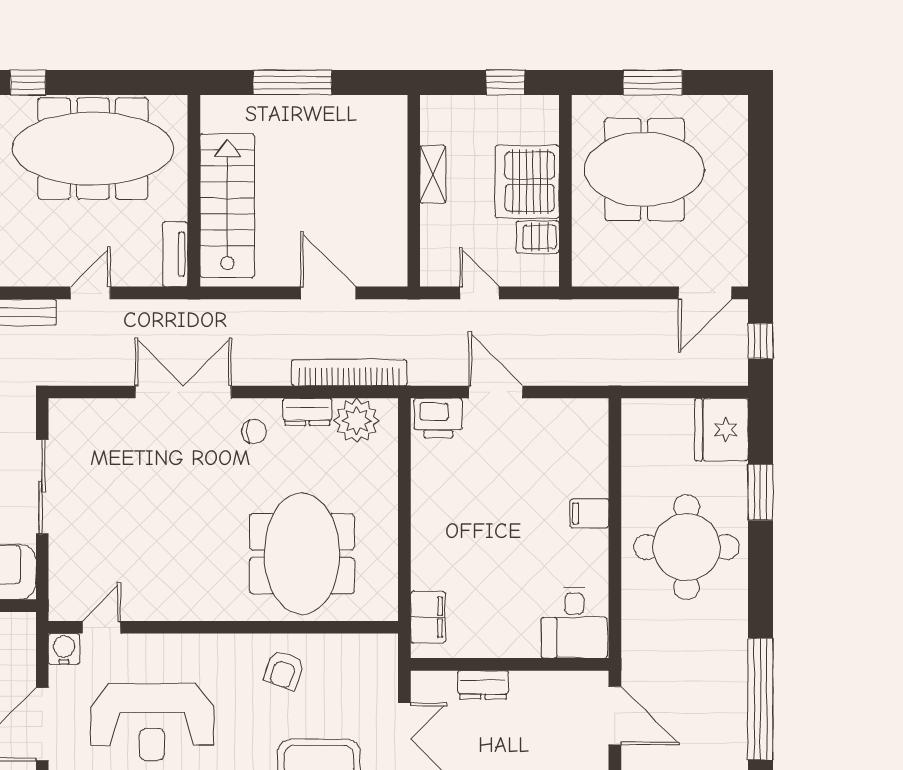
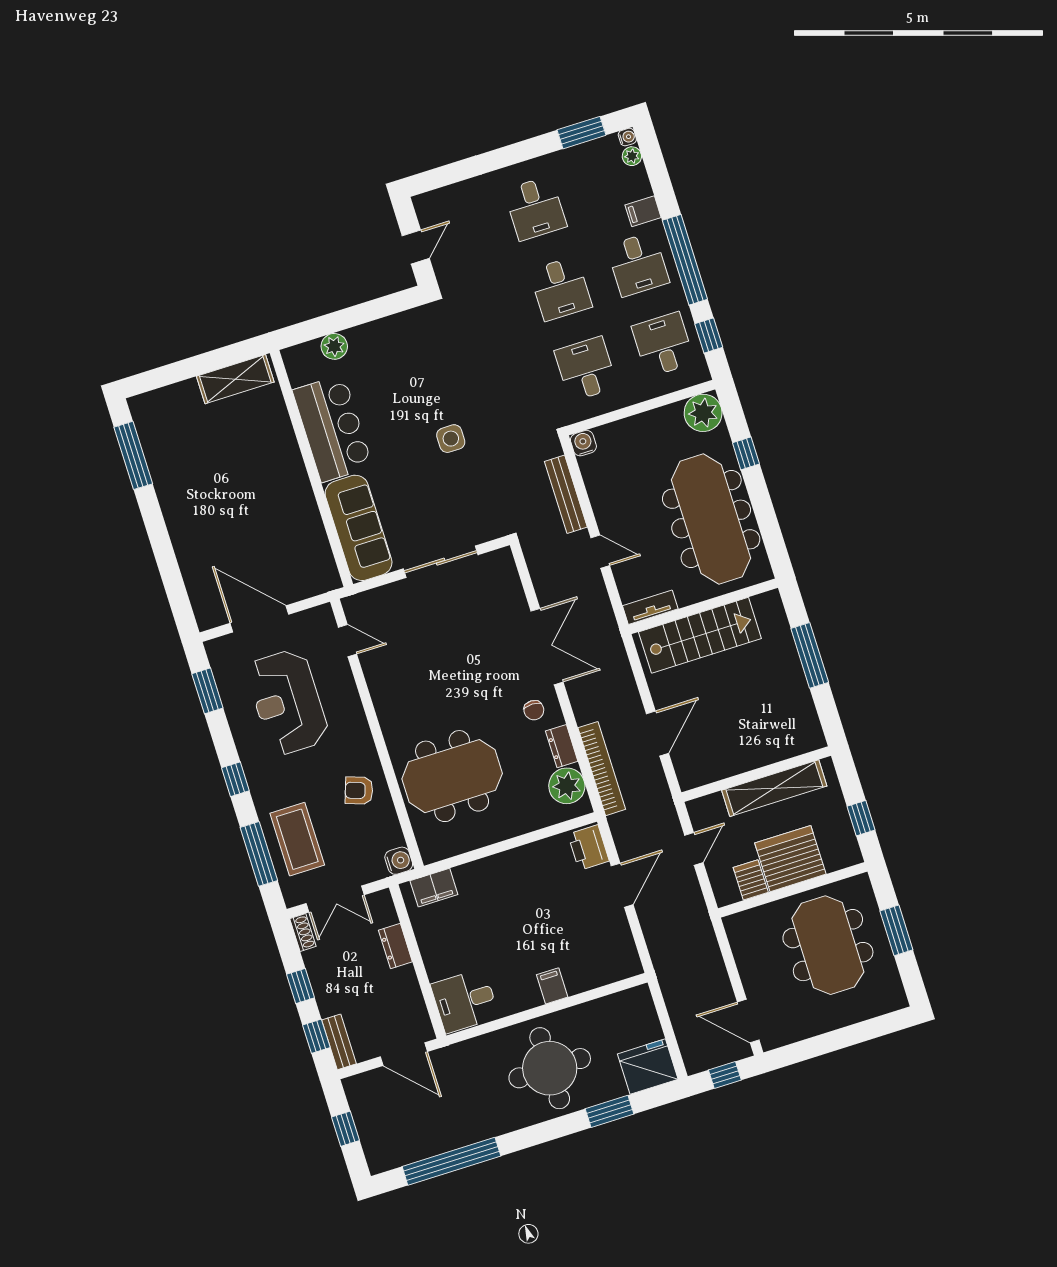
shelving: (433, 174) -> (774, 788), width x2.20, depth x1.33
water cooler: (64, 649) -> (399, 861), moved
door: (615, 716) -> (404, 1054), hinge flipped

